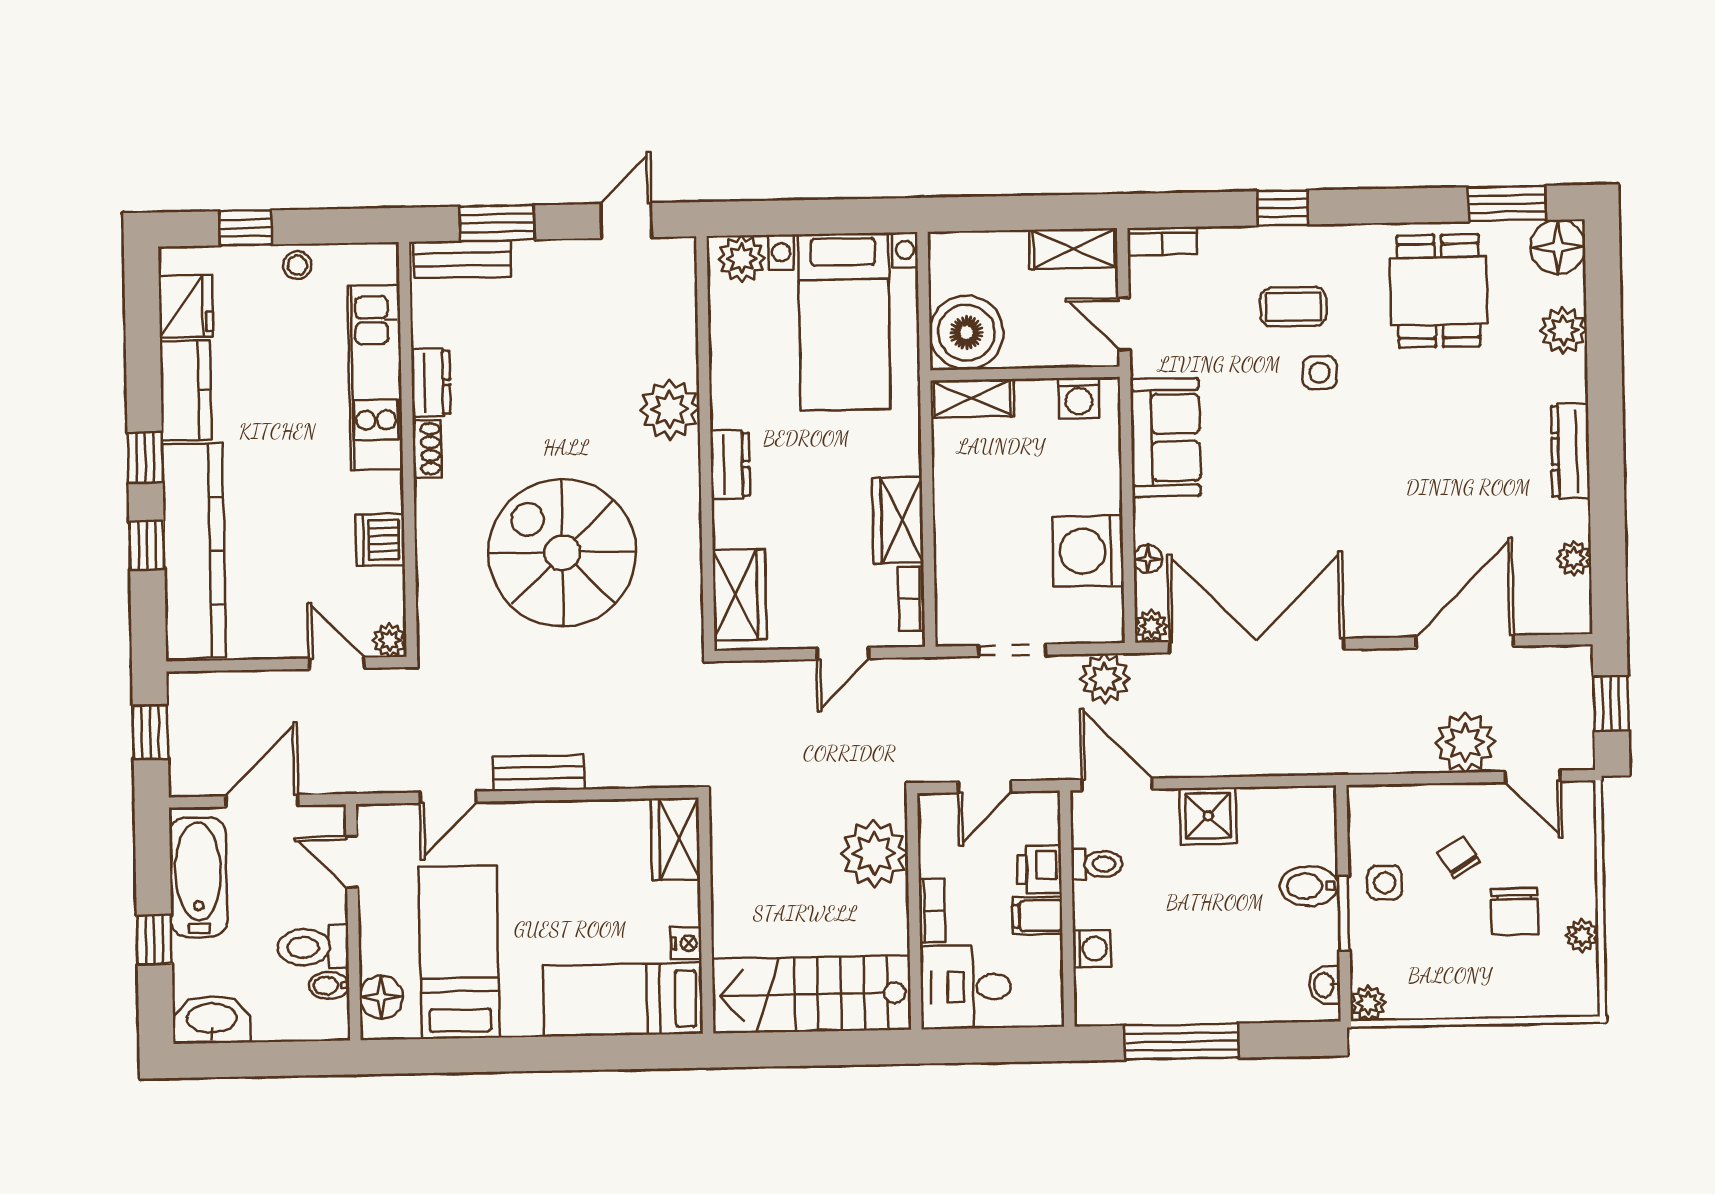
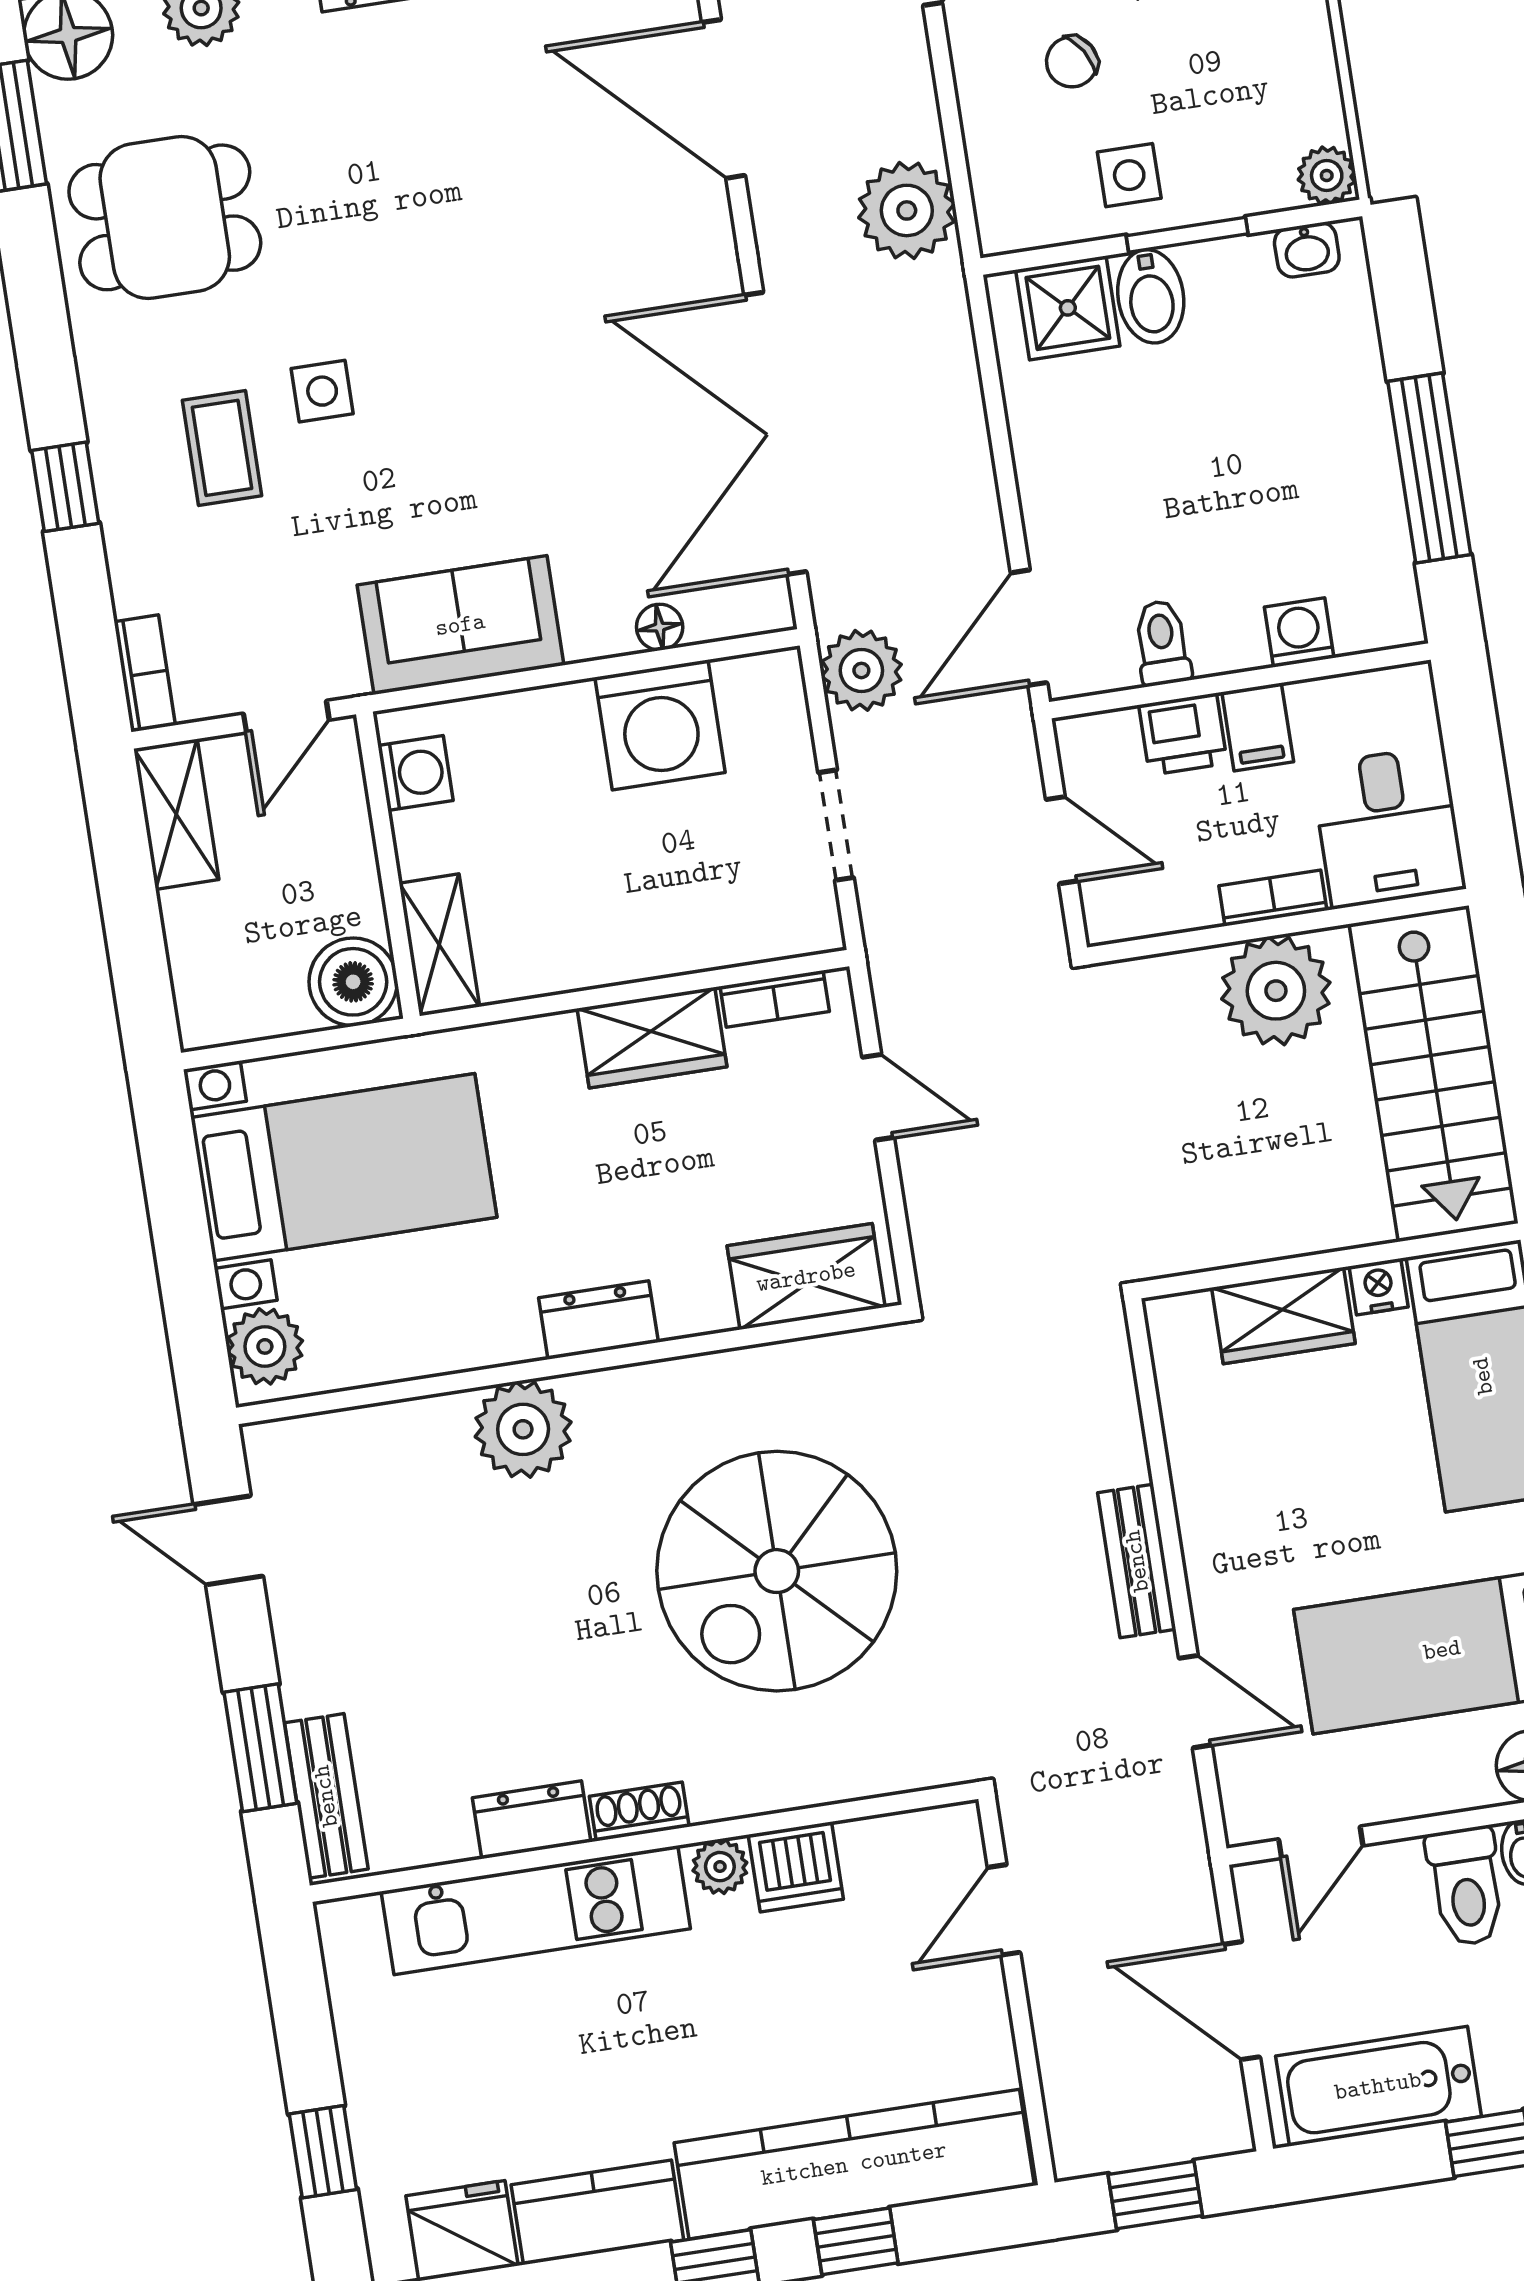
stool: (297, 265) -> (372, 2060), removed
boiler: (966, 333) -> (353, 982), width x0.73, depth x0.73
plant: (1151, 626) -> (767, 607), removed
plant: (389, 640) -> (720, 1867), moved
plant: (1465, 743) -> (907, 210), moved
shower: (1208, 816) -> (1068, 308), moved
wardrobe: (676, 839) -> (1283, 1316), moved
plant: (874, 854) -> (1276, 991), moved

